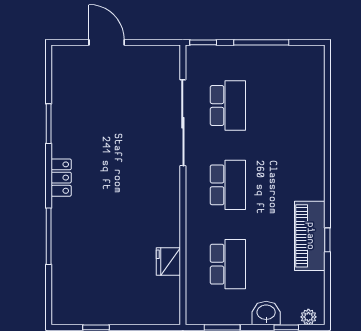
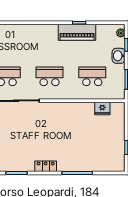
fridge: (168, 261) -> (102, 108), moved

